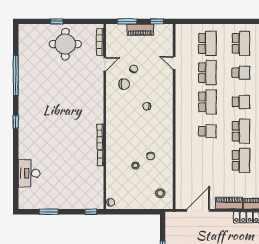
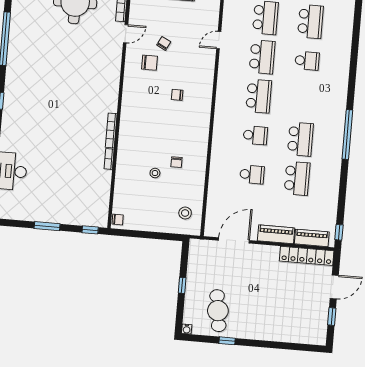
door: (174, 63) -> (219, 40), hinge flipped
school desk: (241, 102) -> (252, 174), moved
window: (49, 212) -> (47, 226), moved

